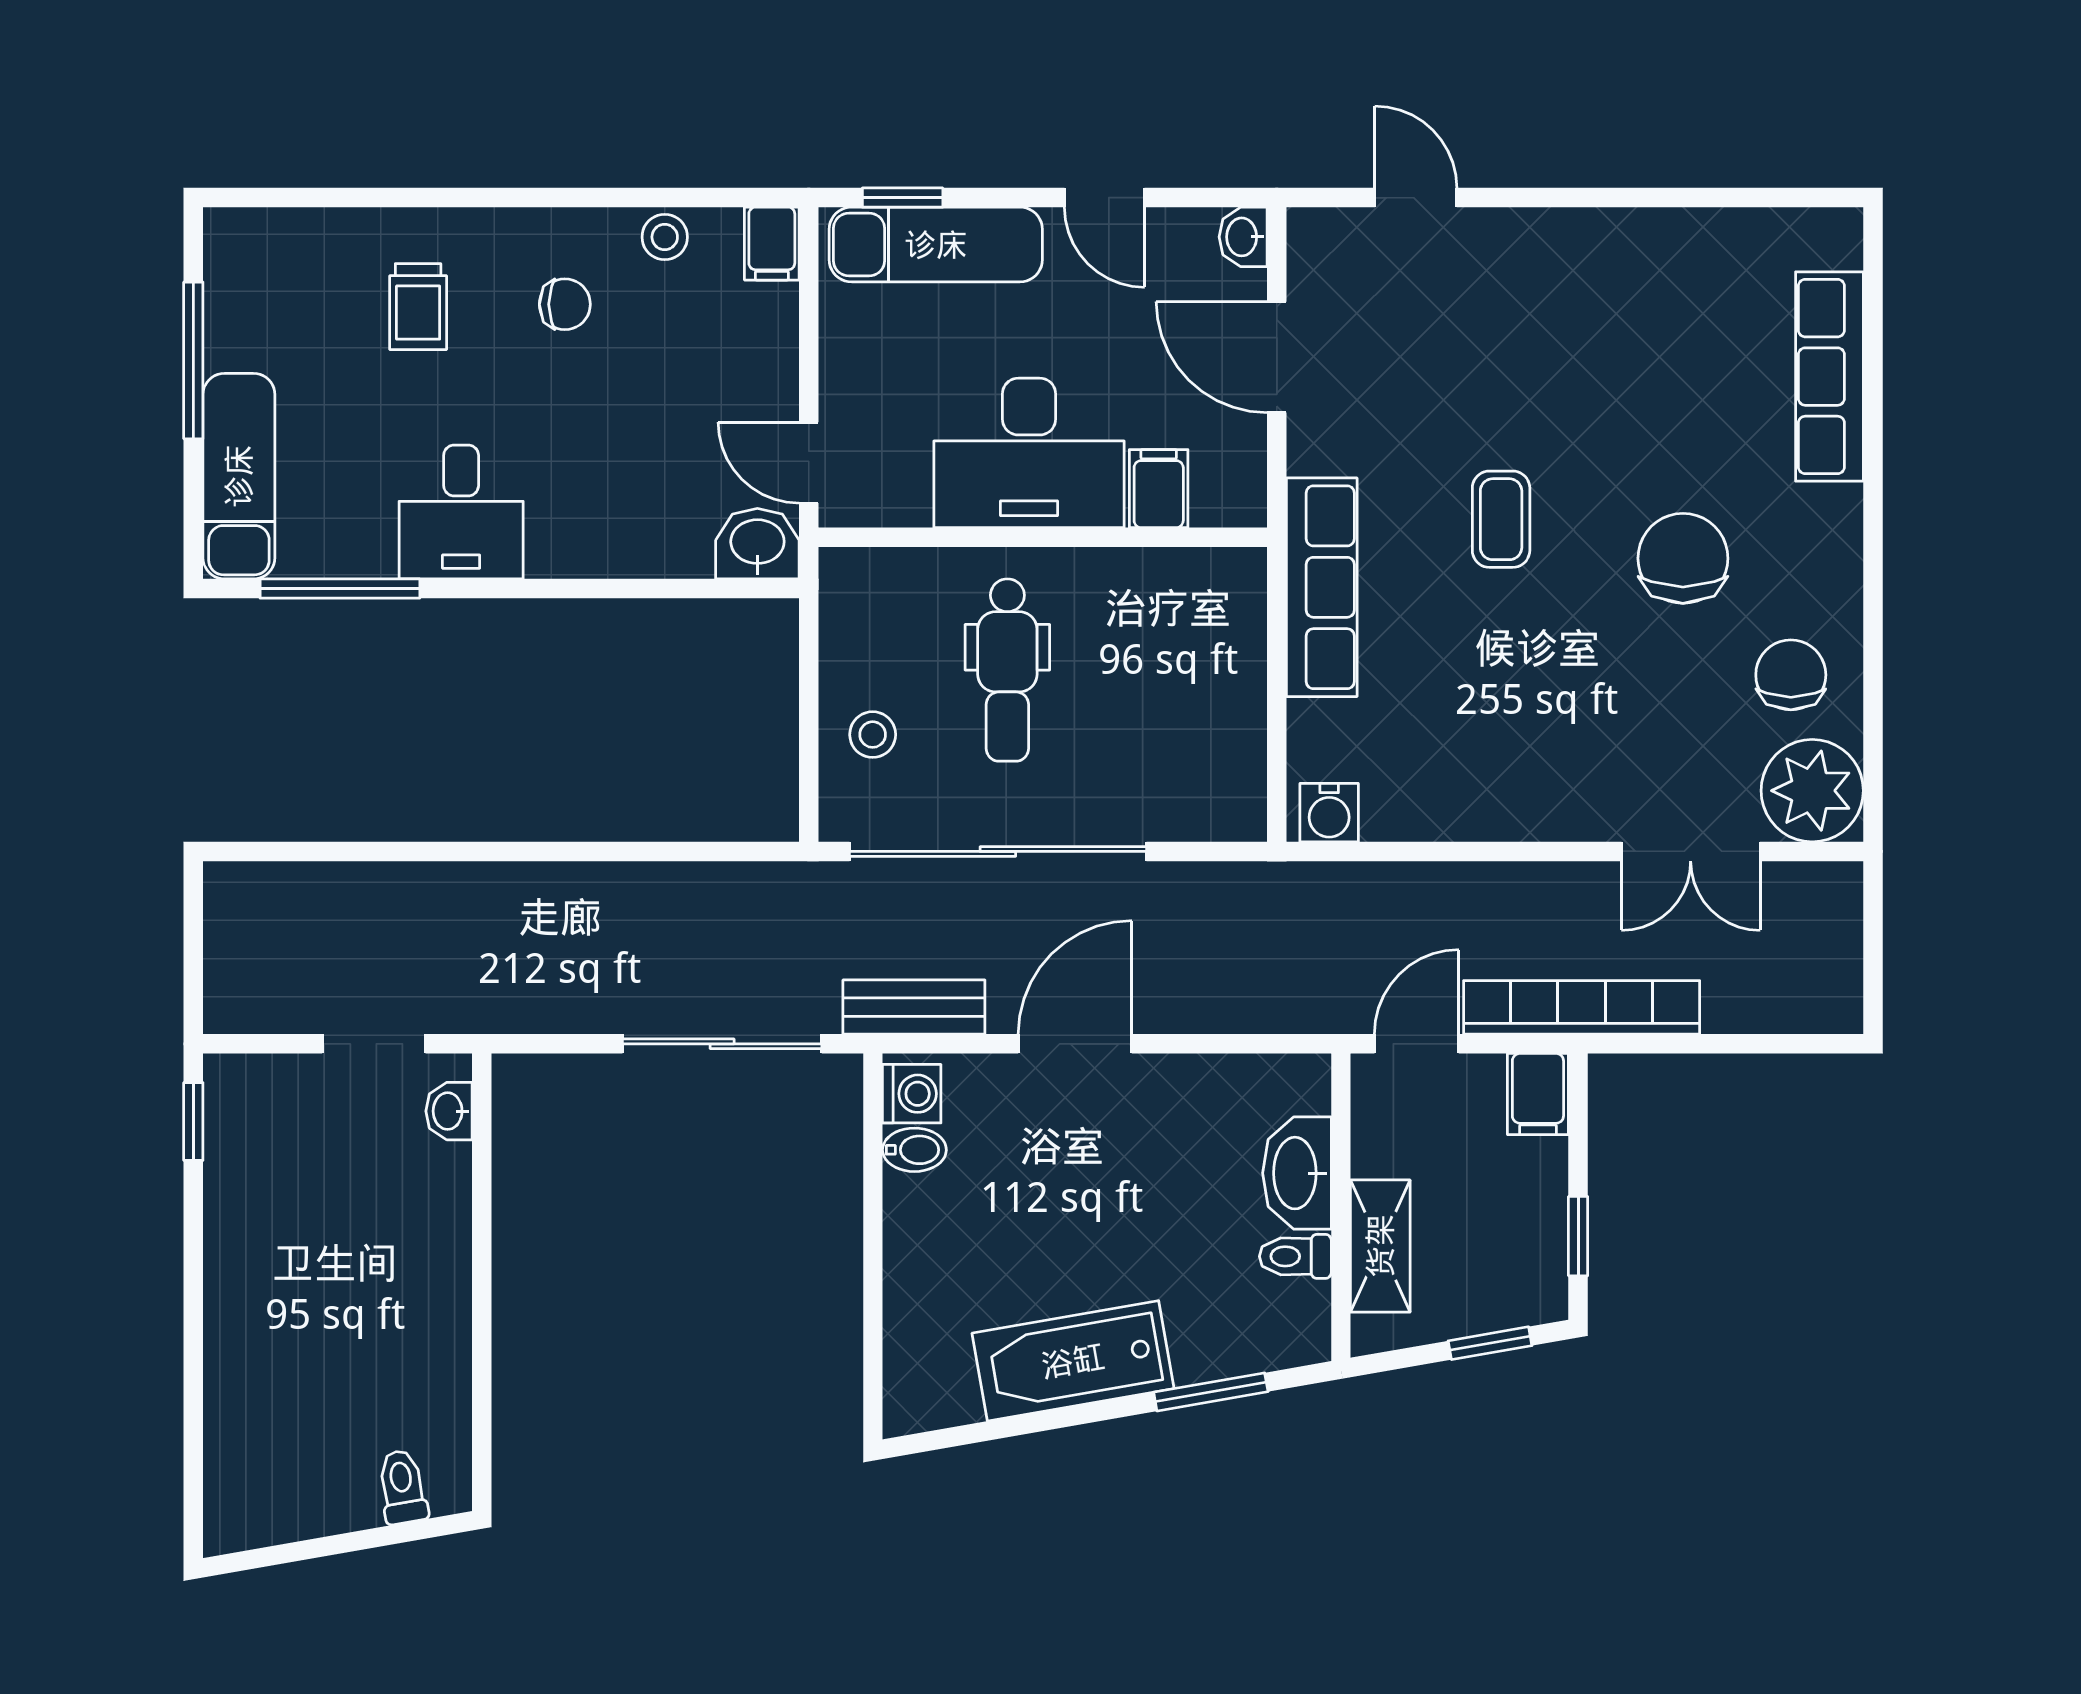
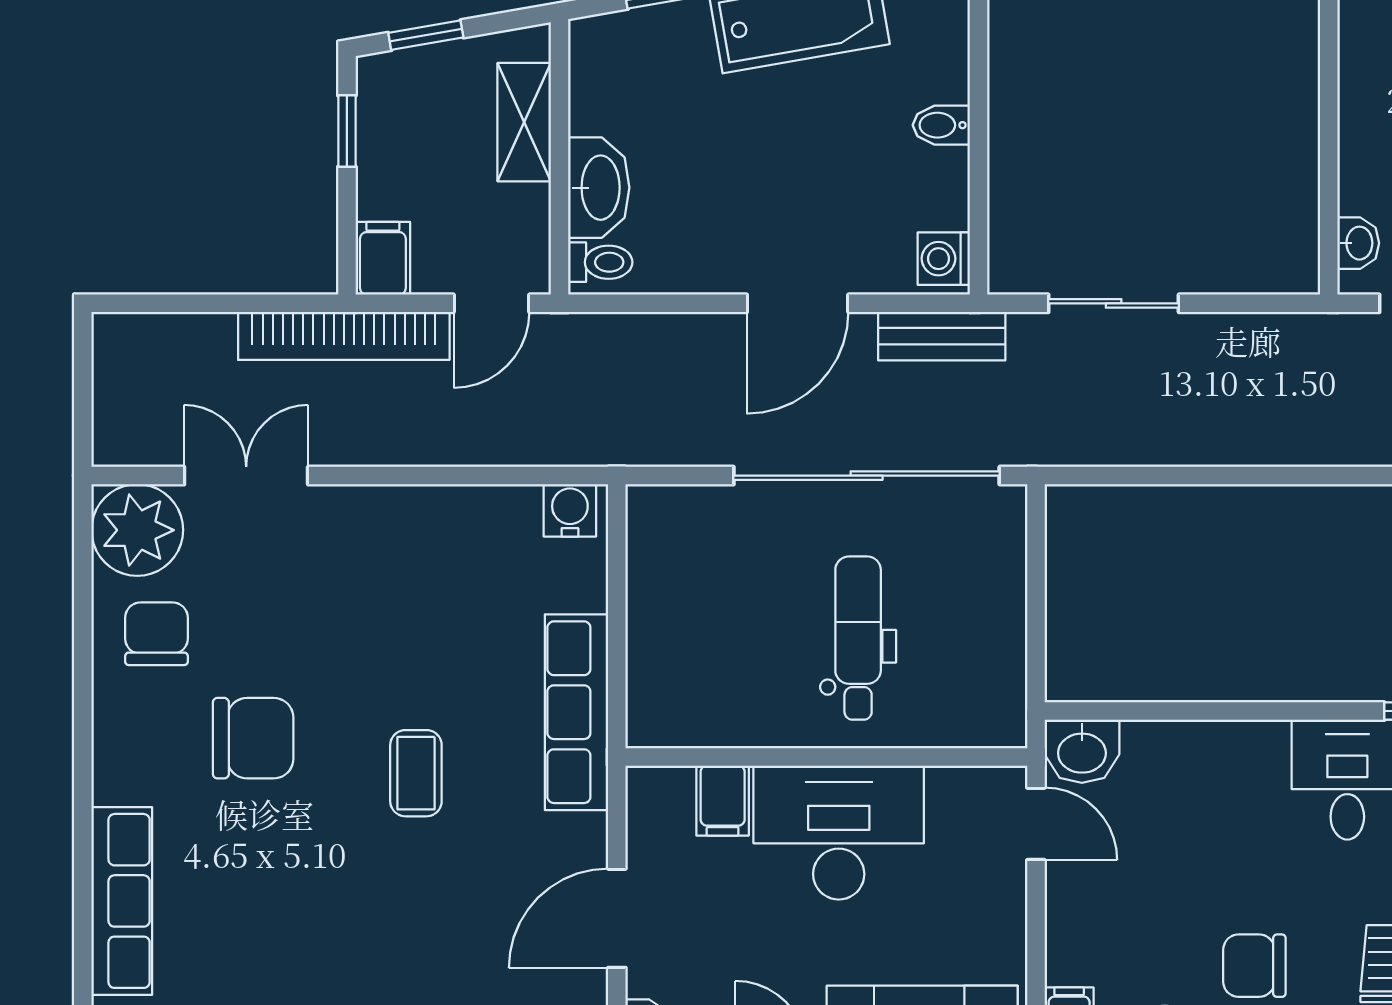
chair: (565, 304) -> (1254, 966), width x1.37, depth x1.37
door: (1277, 357) -> (617, 918), swing flipped
chair: (1683, 558) -> (253, 738), turned -90
chair: (1791, 675) -> (156, 634), turned 180
stool: (873, 735) -> (979, 580), removed
sliding door: (722, 1044) -> (1114, 303), width x0.73
bidet: (914, 1150) -> (941, 125), moved
toilet: (1295, 1256) -> (600, 262), moved

